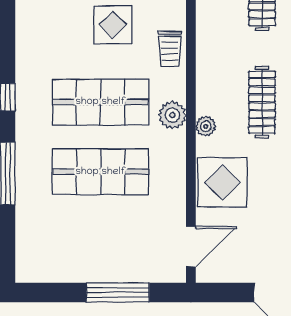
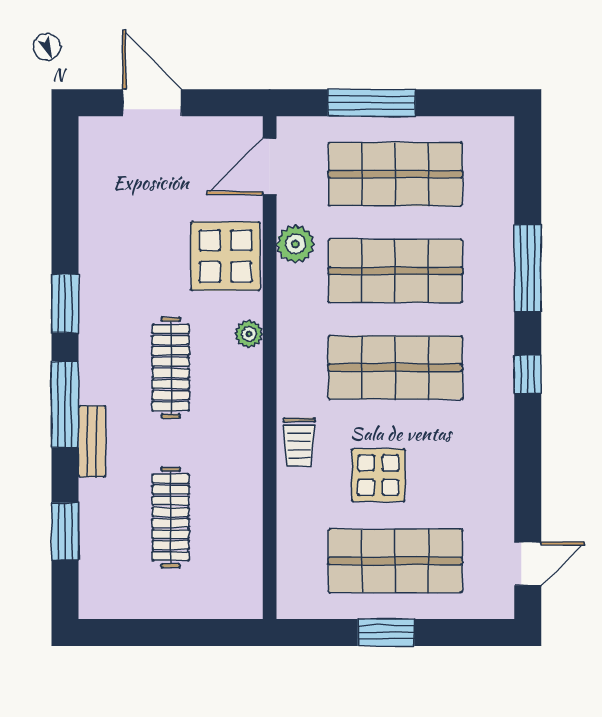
trolley: (170, 49) -> (299, 442), turned 180
plant: (172, 115) -> (295, 244), moved
shop shelf: (101, 241) -> (395, 174), added

